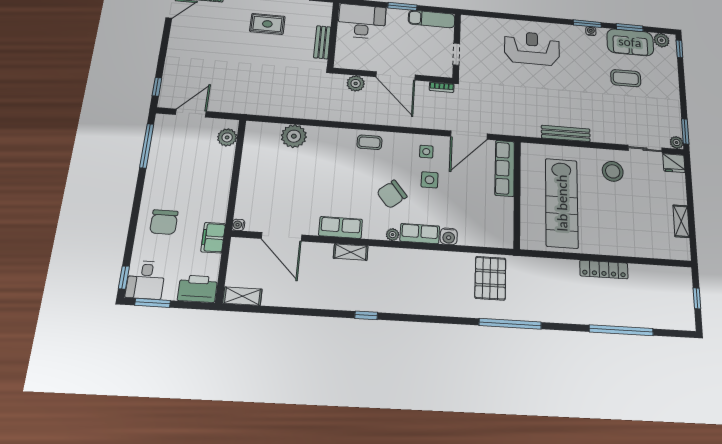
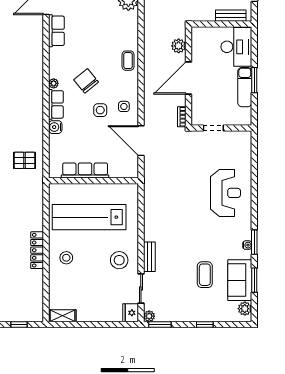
exam couch: (432, 19) -> (245, 87), moved
bench: (322, 42) -> (231, 16), moved
window: (679, 49) -> (205, 324), moved
bench: (566, 133) -> (149, 257), moved, width x0.73
row of seats: (505, 168) -> (85, 170), moved
shelving: (681, 221) -> (62, 316), moved
row of seats: (341, 227) -> (56, 31), moved
stool: (612, 234) -> (66, 258), added
shelving: (351, 252) -> (38, 52), removed
pallet: (490, 278) -> (25, 160), width x0.67, depth x0.71

